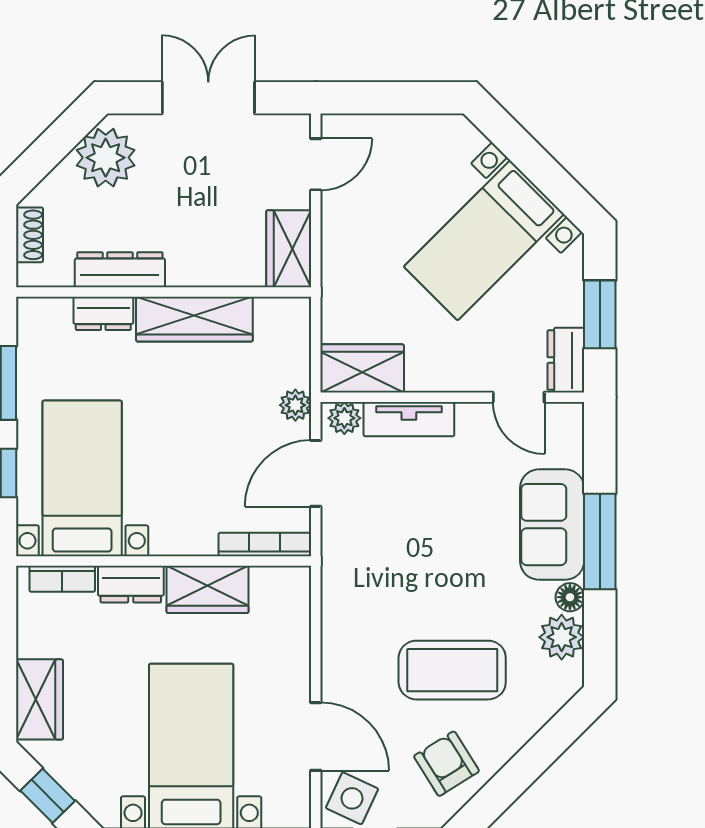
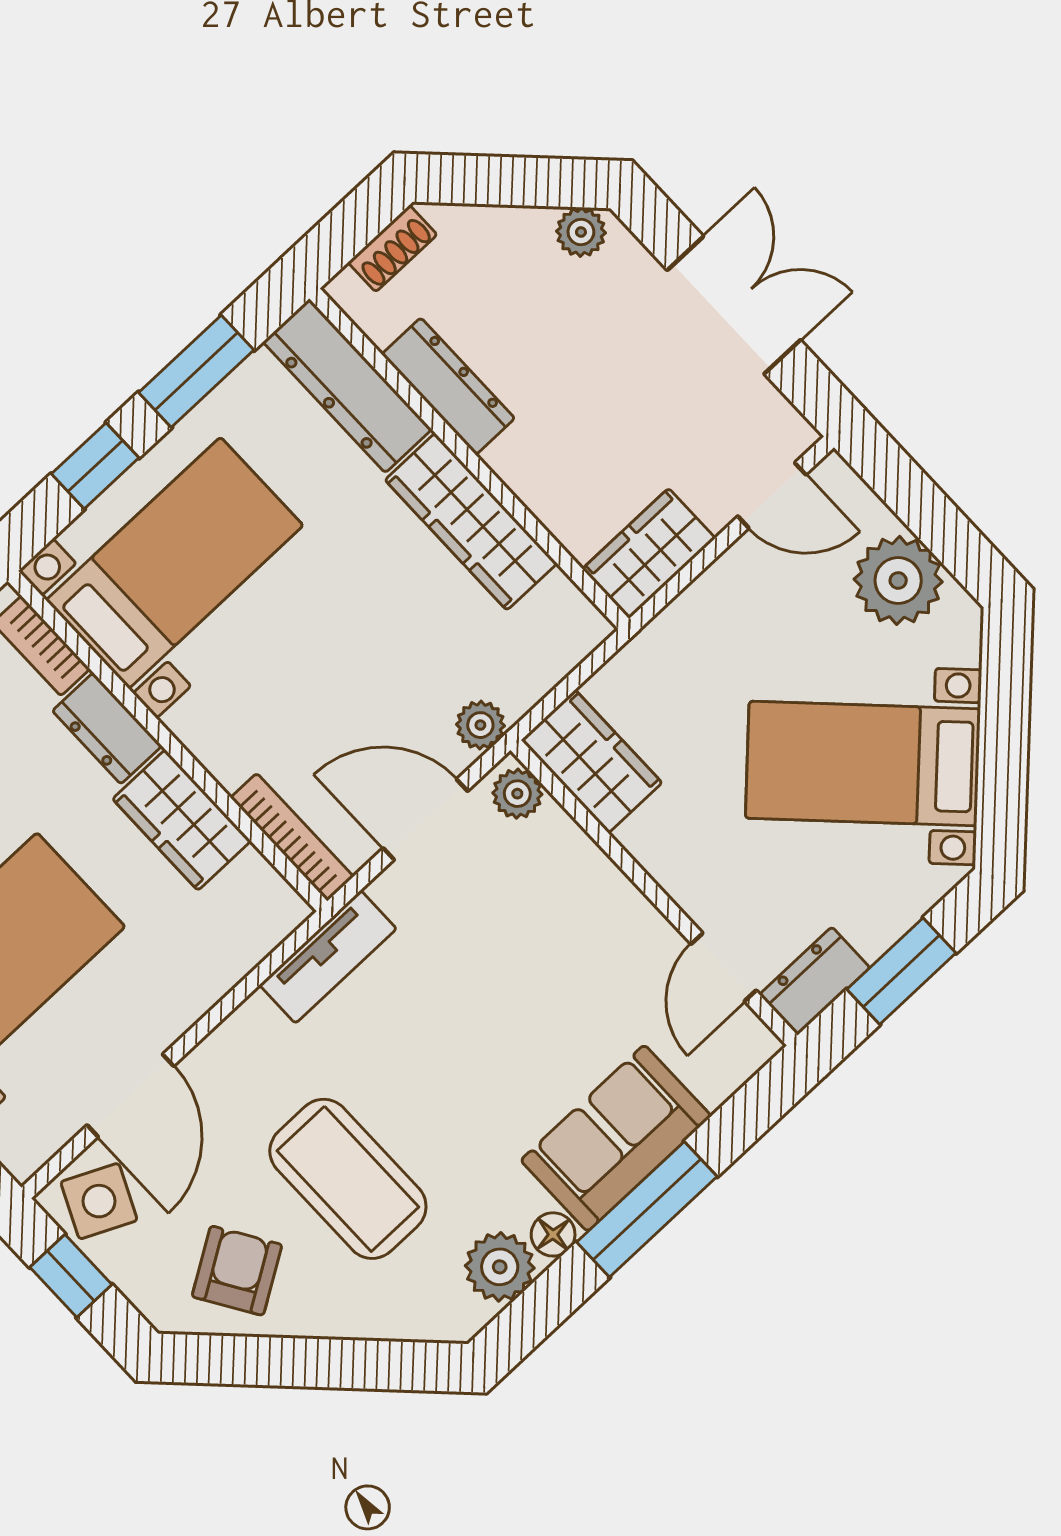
plant: (412, 142) -> (898, 580), added
plant: (106, 158) -> (581, 232), width x0.53, depth x0.53
dresser: (103, 313) -> (347, 386), width x1.96, depth x1.24
tv unit: (409, 419) -> (328, 957), moved, turned -90

